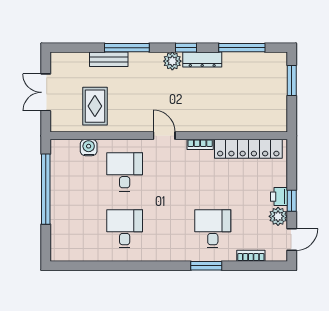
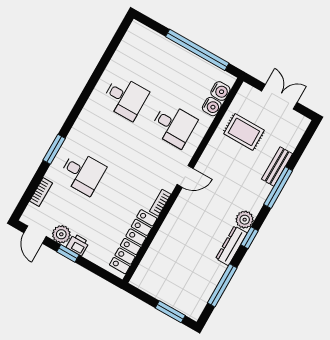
water cooler: (71, 148) -> (220, 91), added

